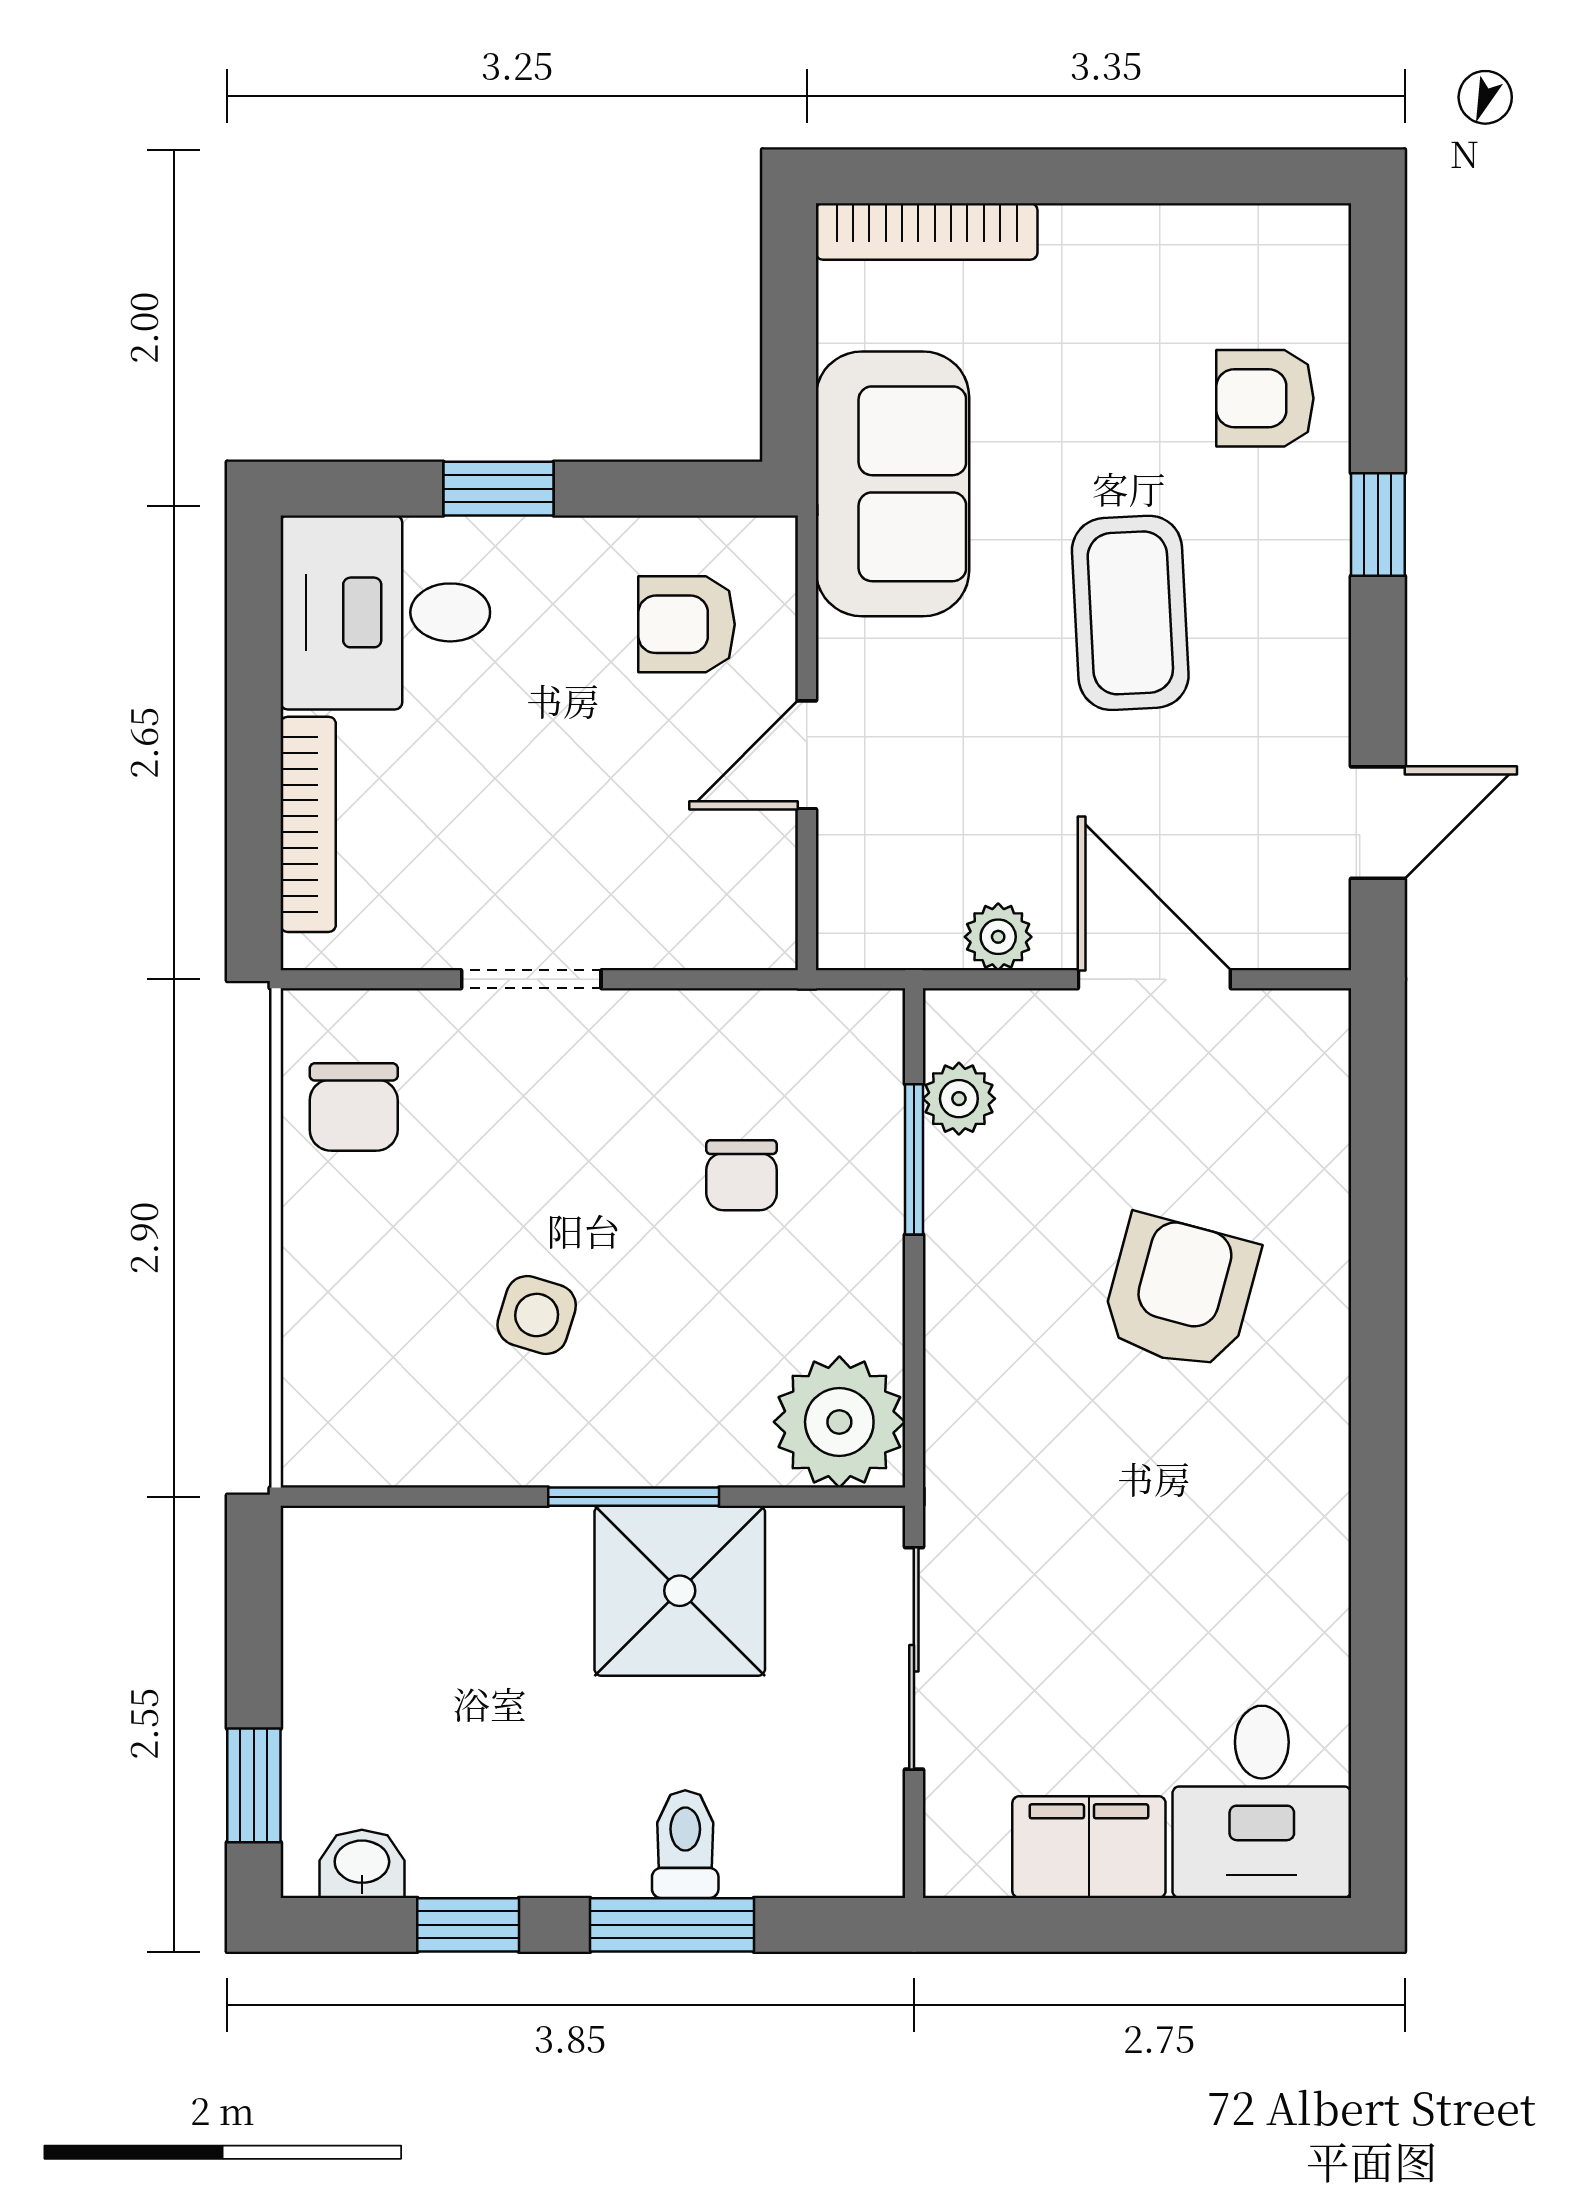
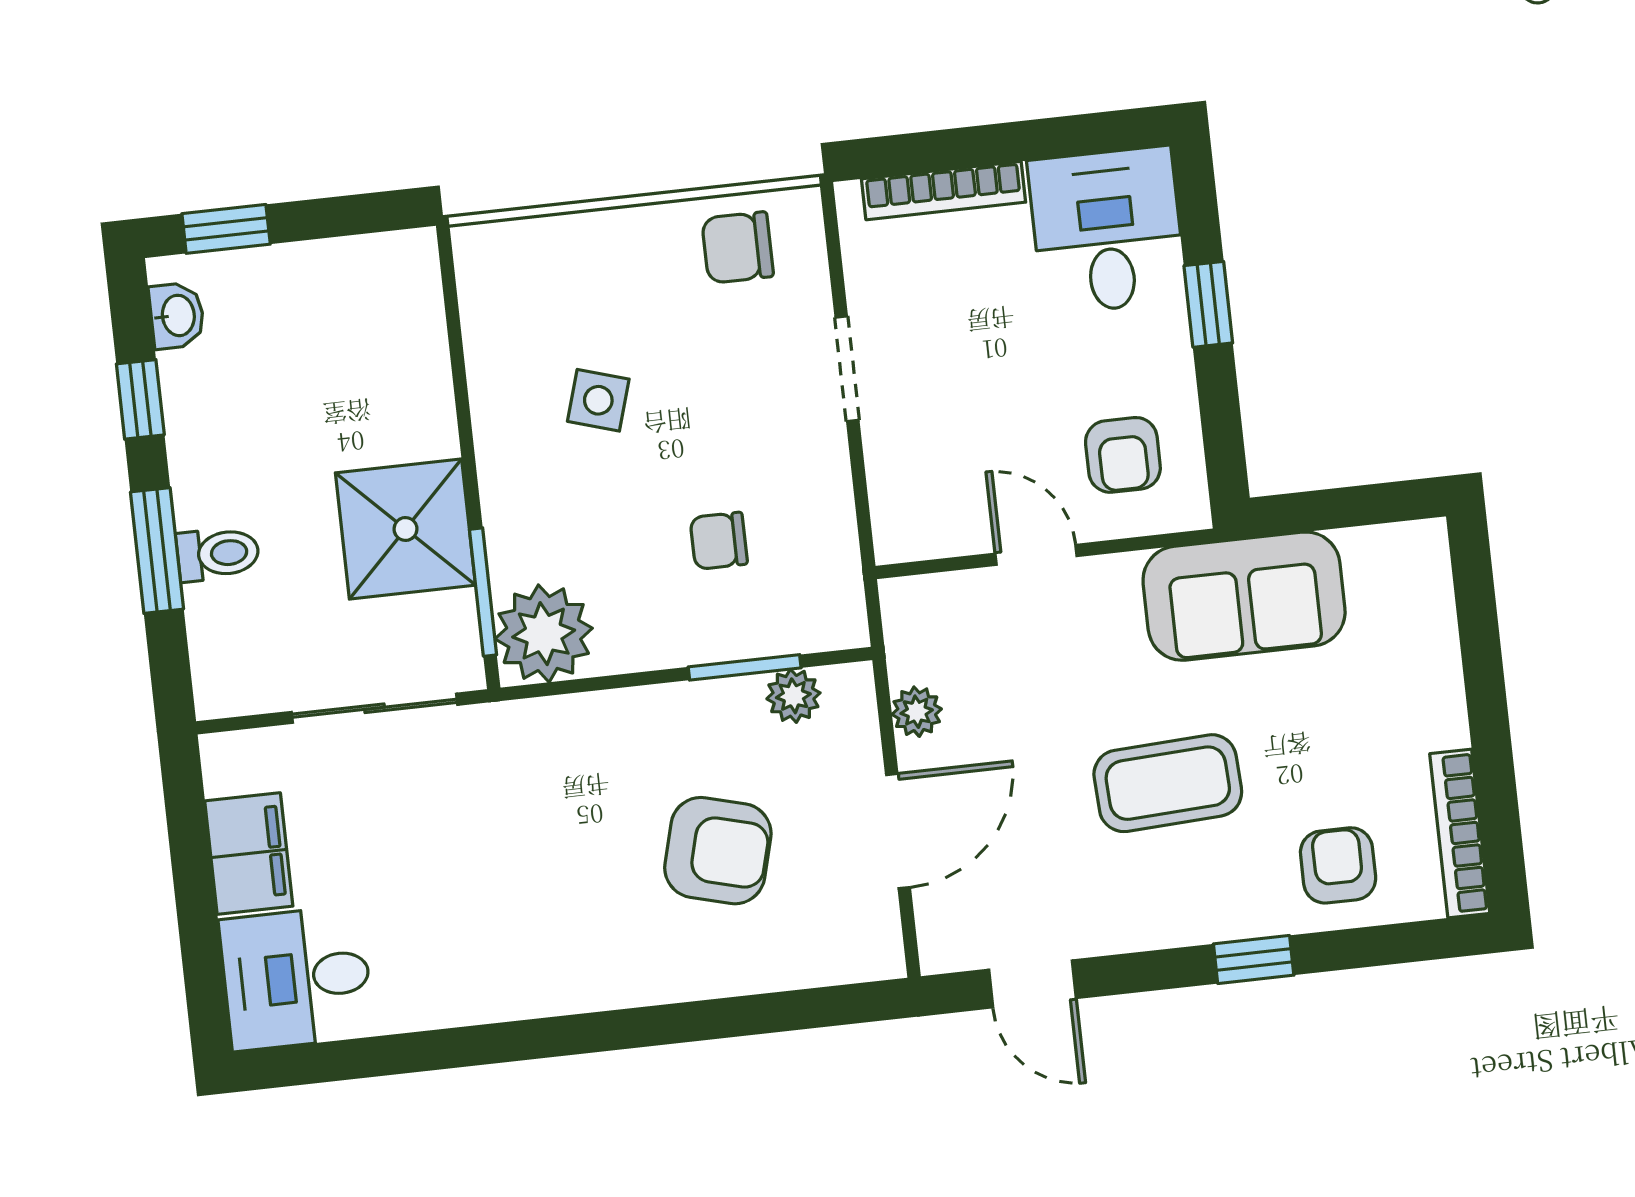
bookcase: (927, 231) -> (1460, 834), moved
armchair: (687, 624) -> (1123, 455), turned 180
armchair: (1180, 1293) -> (718, 851), moved
window: (634, 1497) -> (483, 592), moved

